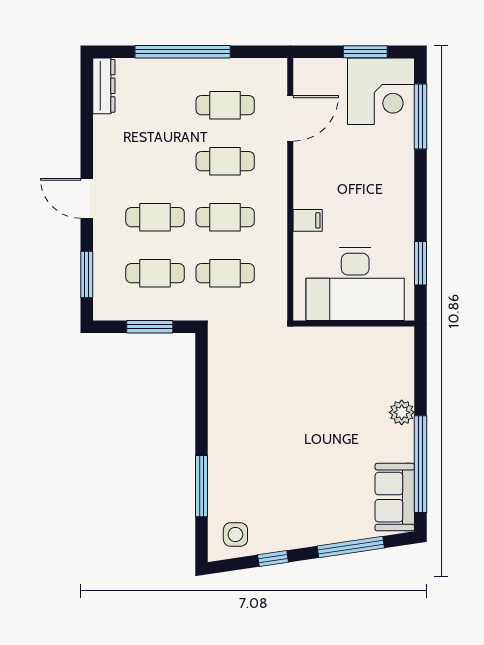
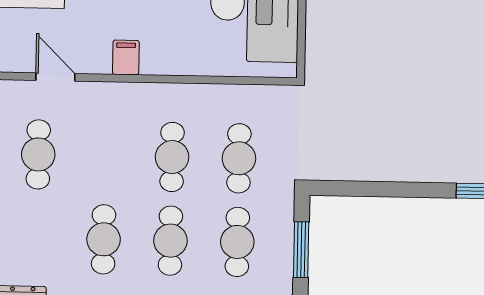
door: (290, 118) -> (55, 77), width x0.73
cafe table: (225, 161) -> (104, 239), moved
filing cabinet: (308, 220) -> (126, 57), moved

